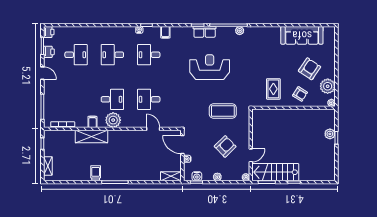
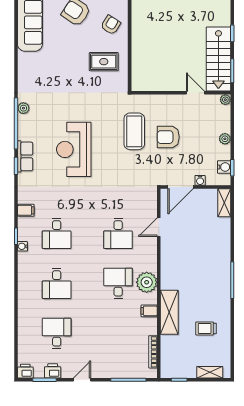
armchair: (225, 146) -> (168, 137), moved, turned -46
trolley: (96, 173) -> (206, 328), moved

